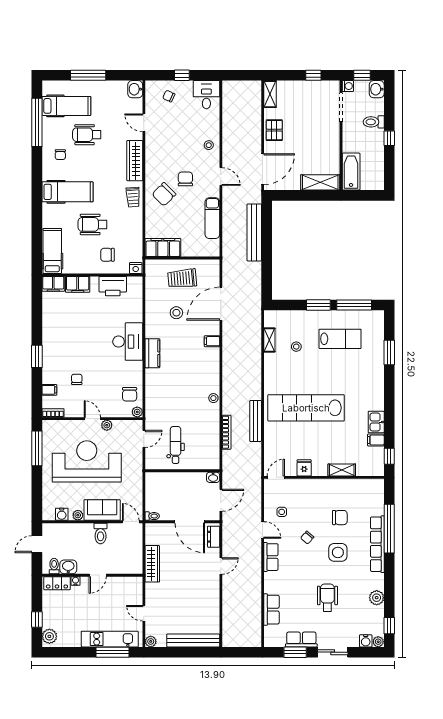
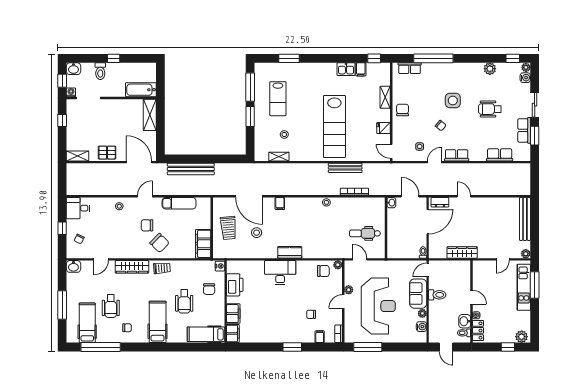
lab bench: (340, 339) -> (278, 99), turned 180
reception desk: (87, 461) -> (378, 306), turned 180
chair: (340, 518) -> (403, 110), moved
row of seats: (377, 544) -> (410, 68), moved, width x0.50

